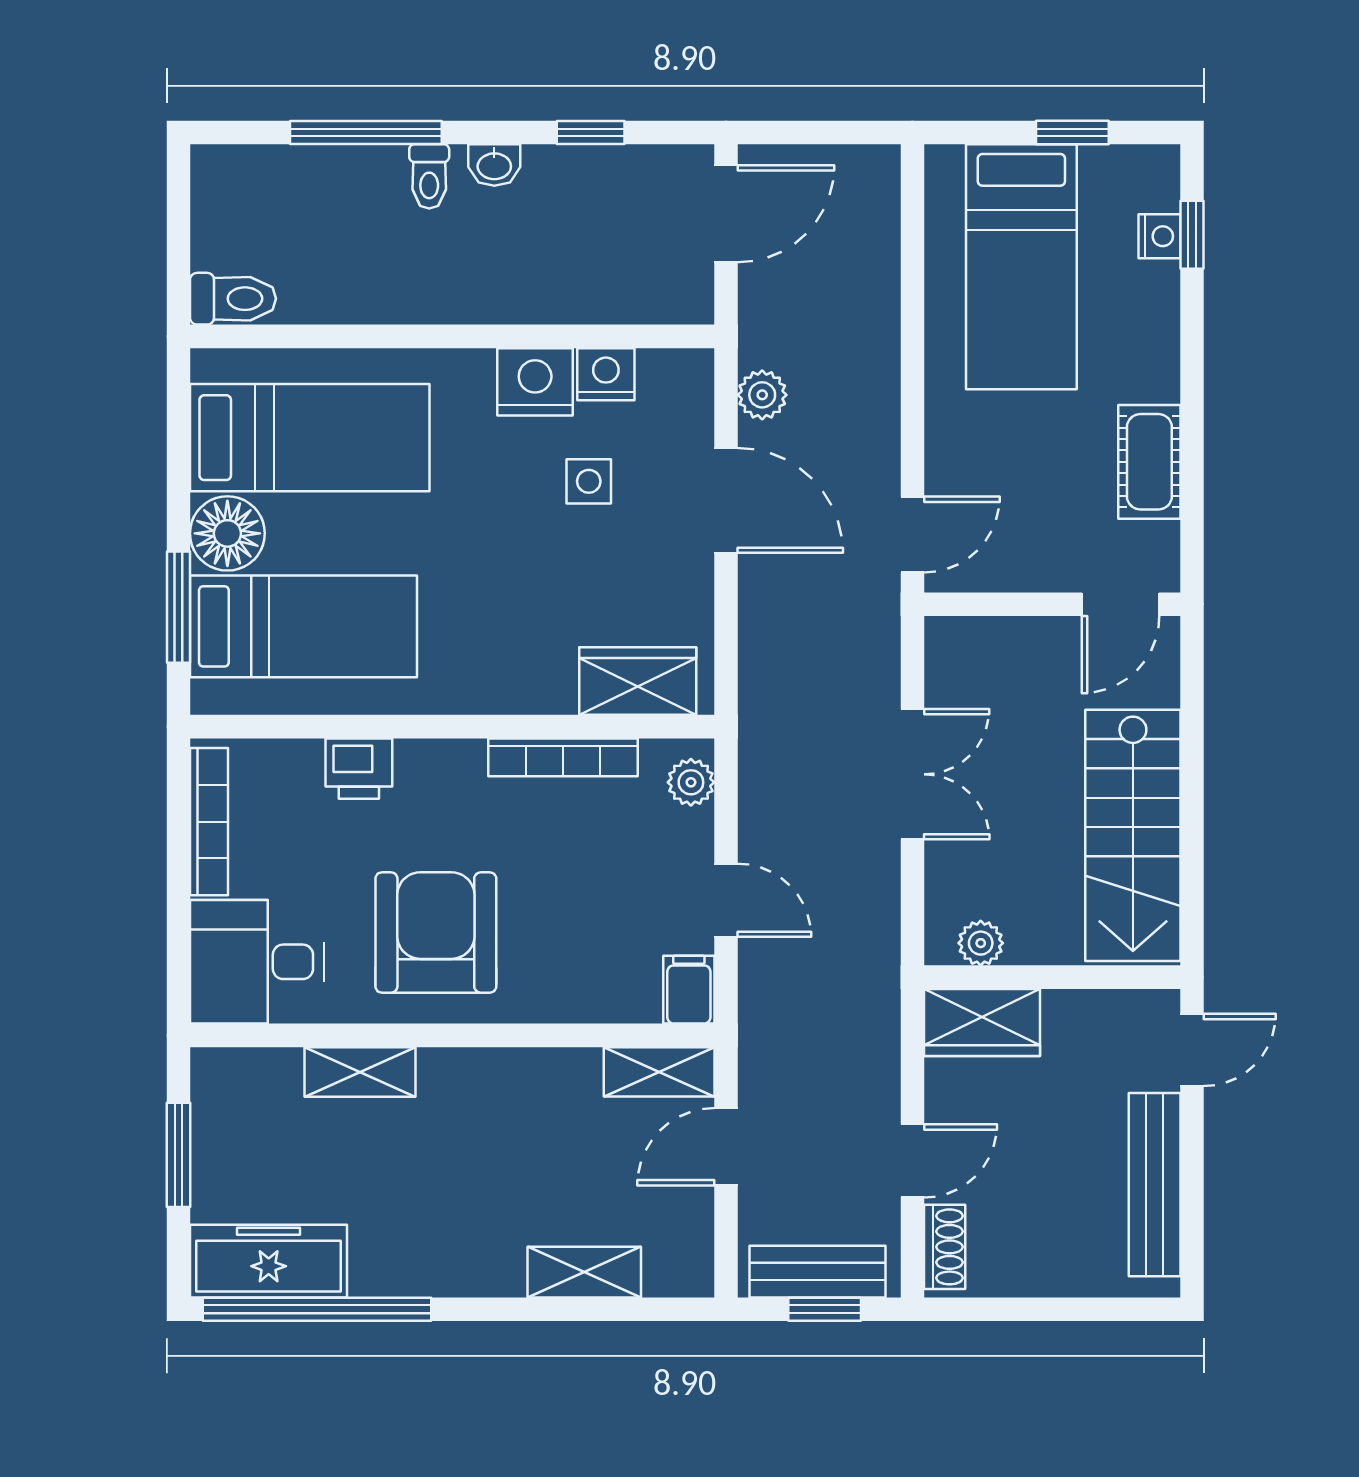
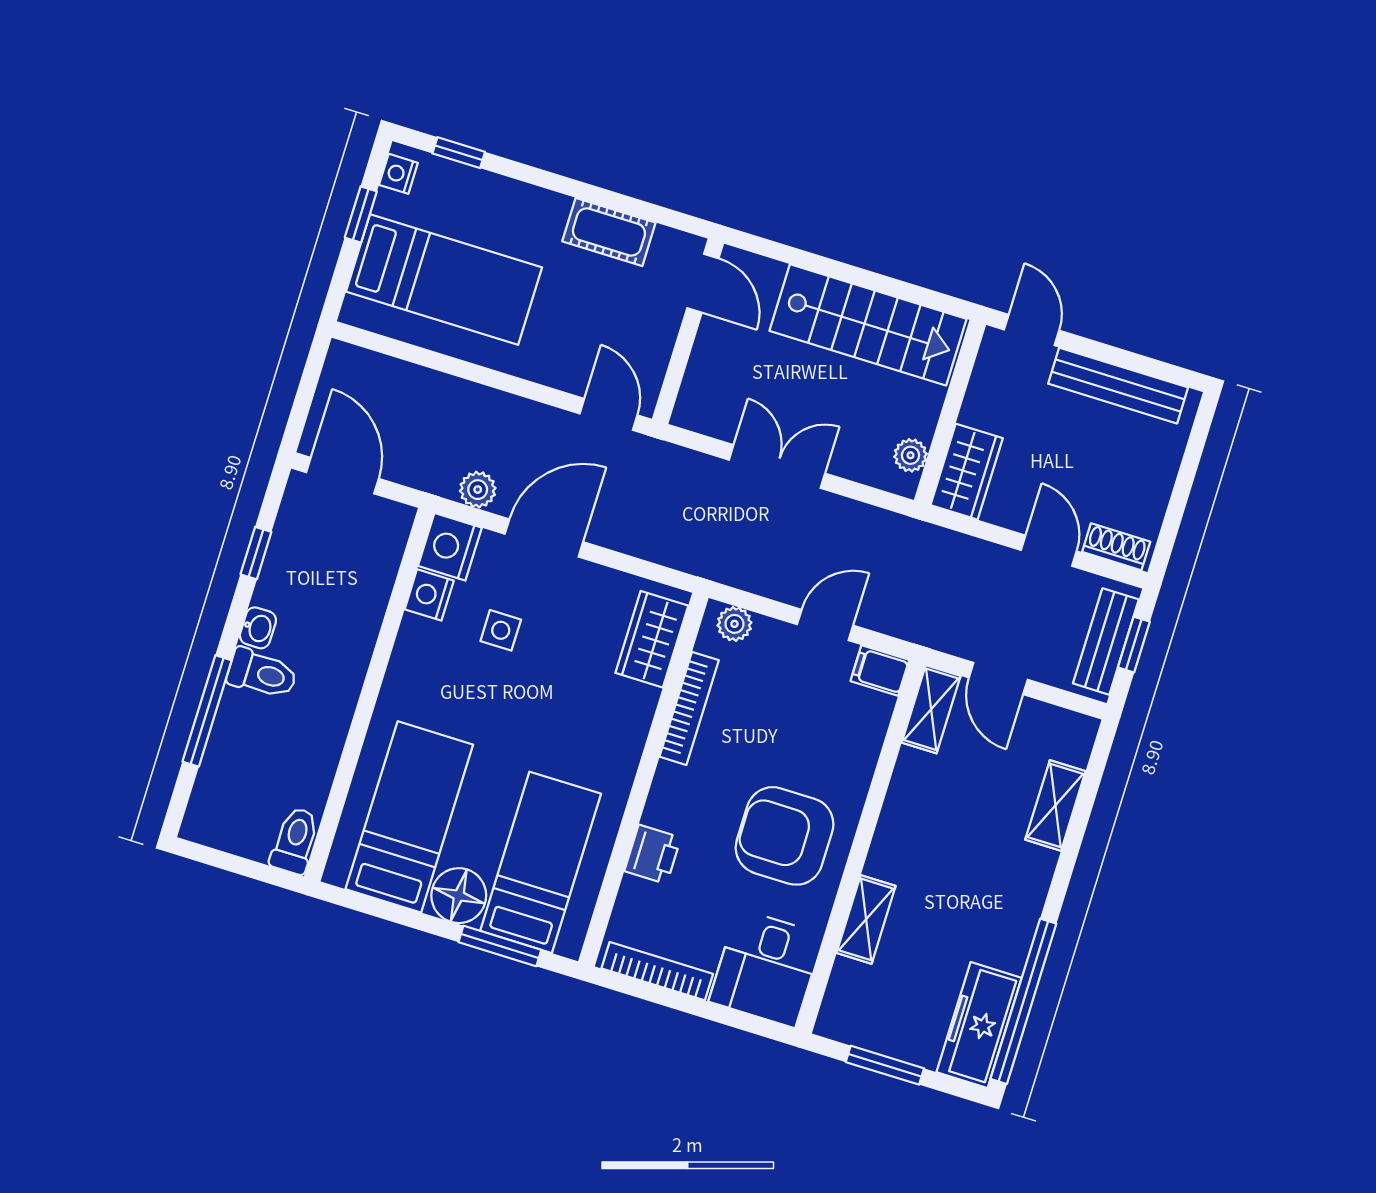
toilet: (429, 176) -> (262, 674), width x1.37, depth x1.39
nightstand: (1159, 236) -> (398, 174), moved, turned -90
nightstand: (535, 382) -> (450, 547), moved

